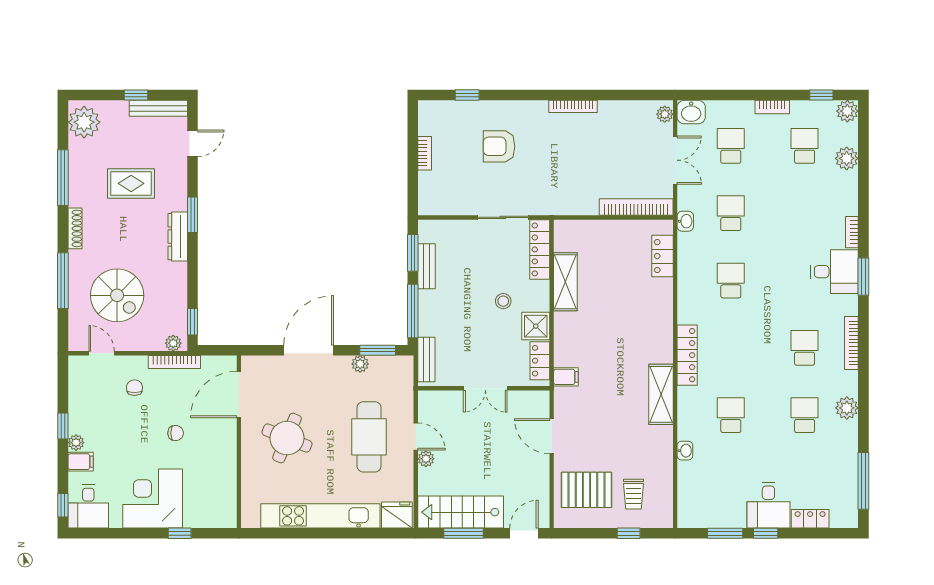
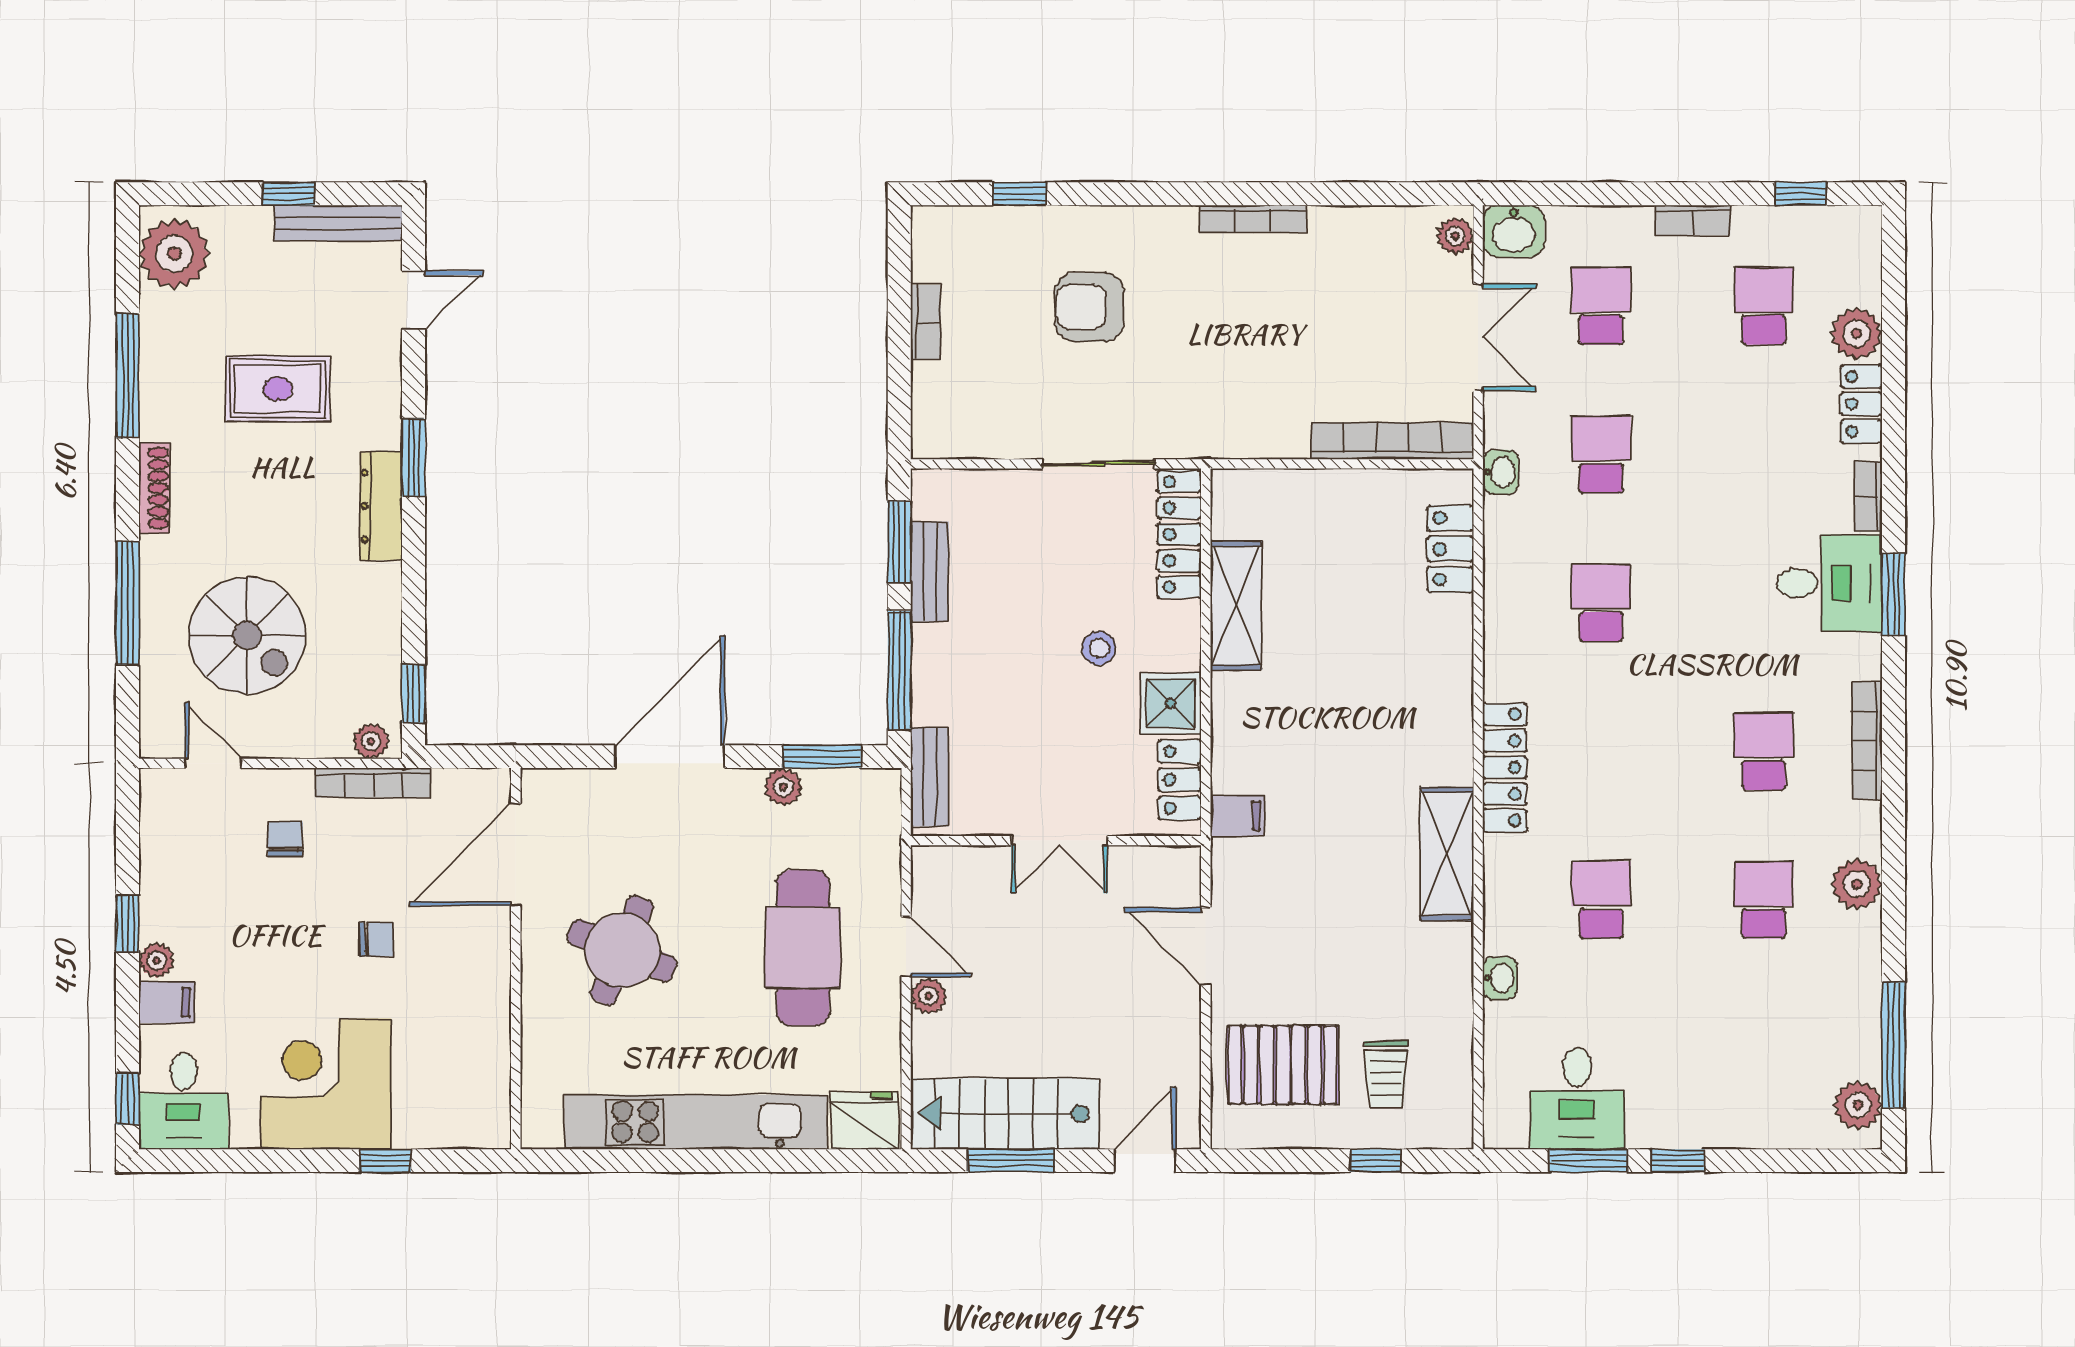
plant: (847, 111) -> (1858, 1105), moved
desk: (768, 505) -> (1577, 1099), moved
locker: (810, 519) -> (1861, 404), moved, turned -90

